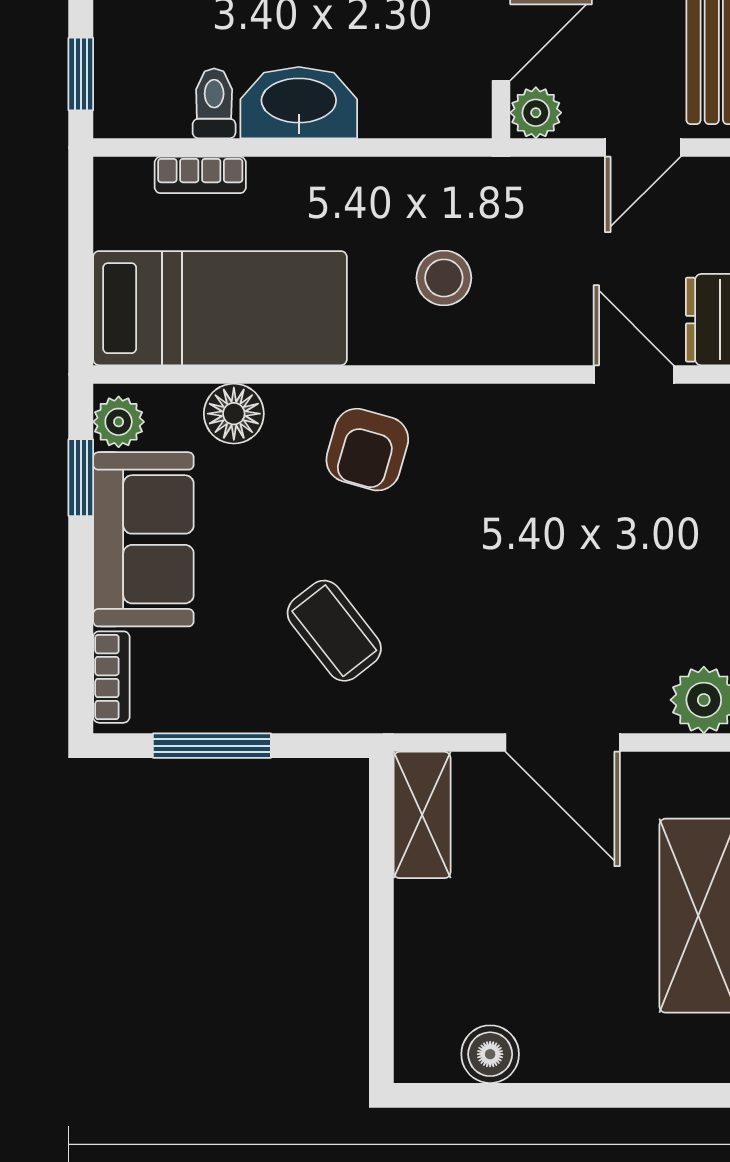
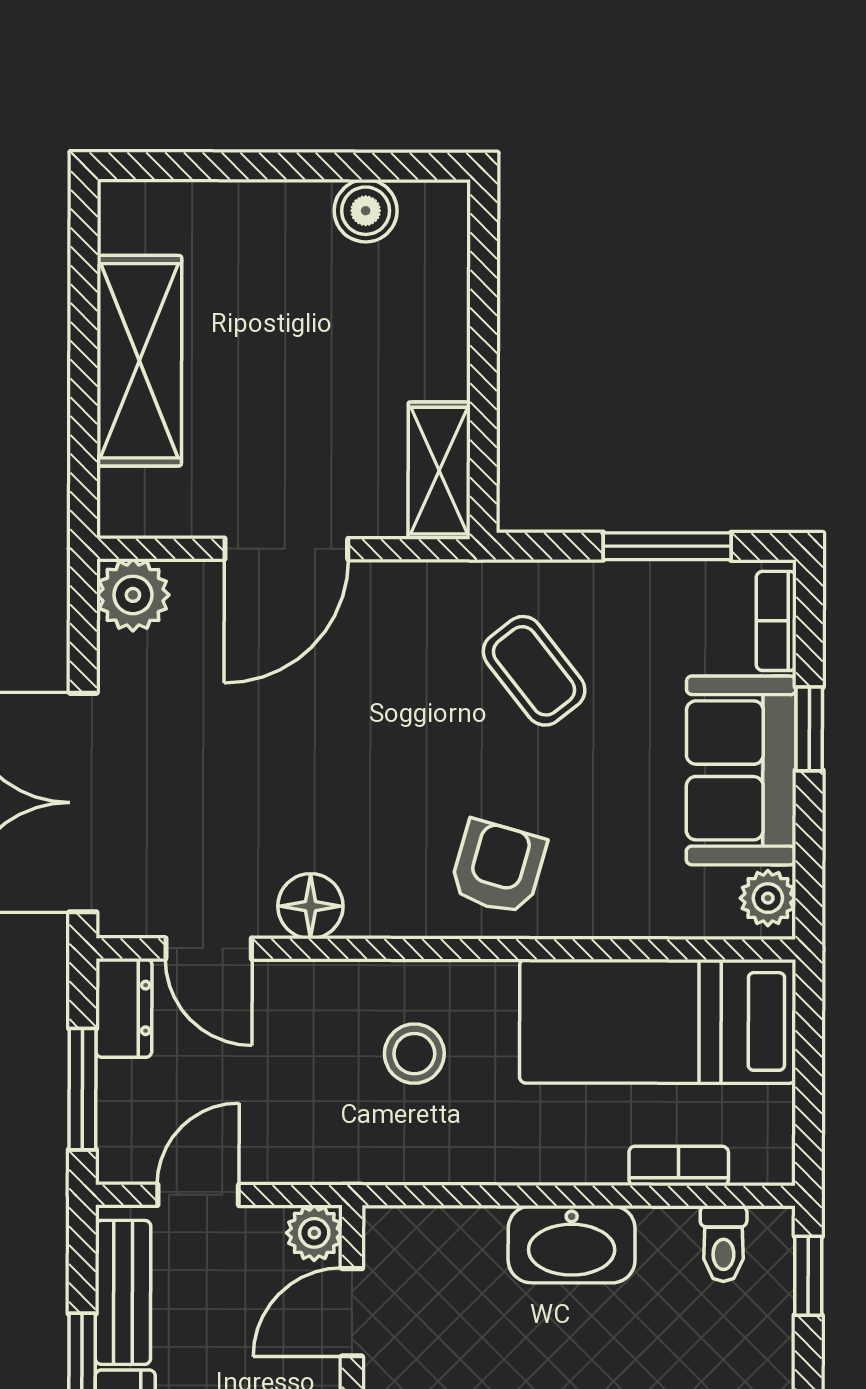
toilet: (214, 103) -> (723, 1244), moved
floor lamp: (234, 414) -> (310, 906), moved
window: (81, 478) -> (809, 729), moved
door: (563, 743) -> (286, 549), swing flipped

